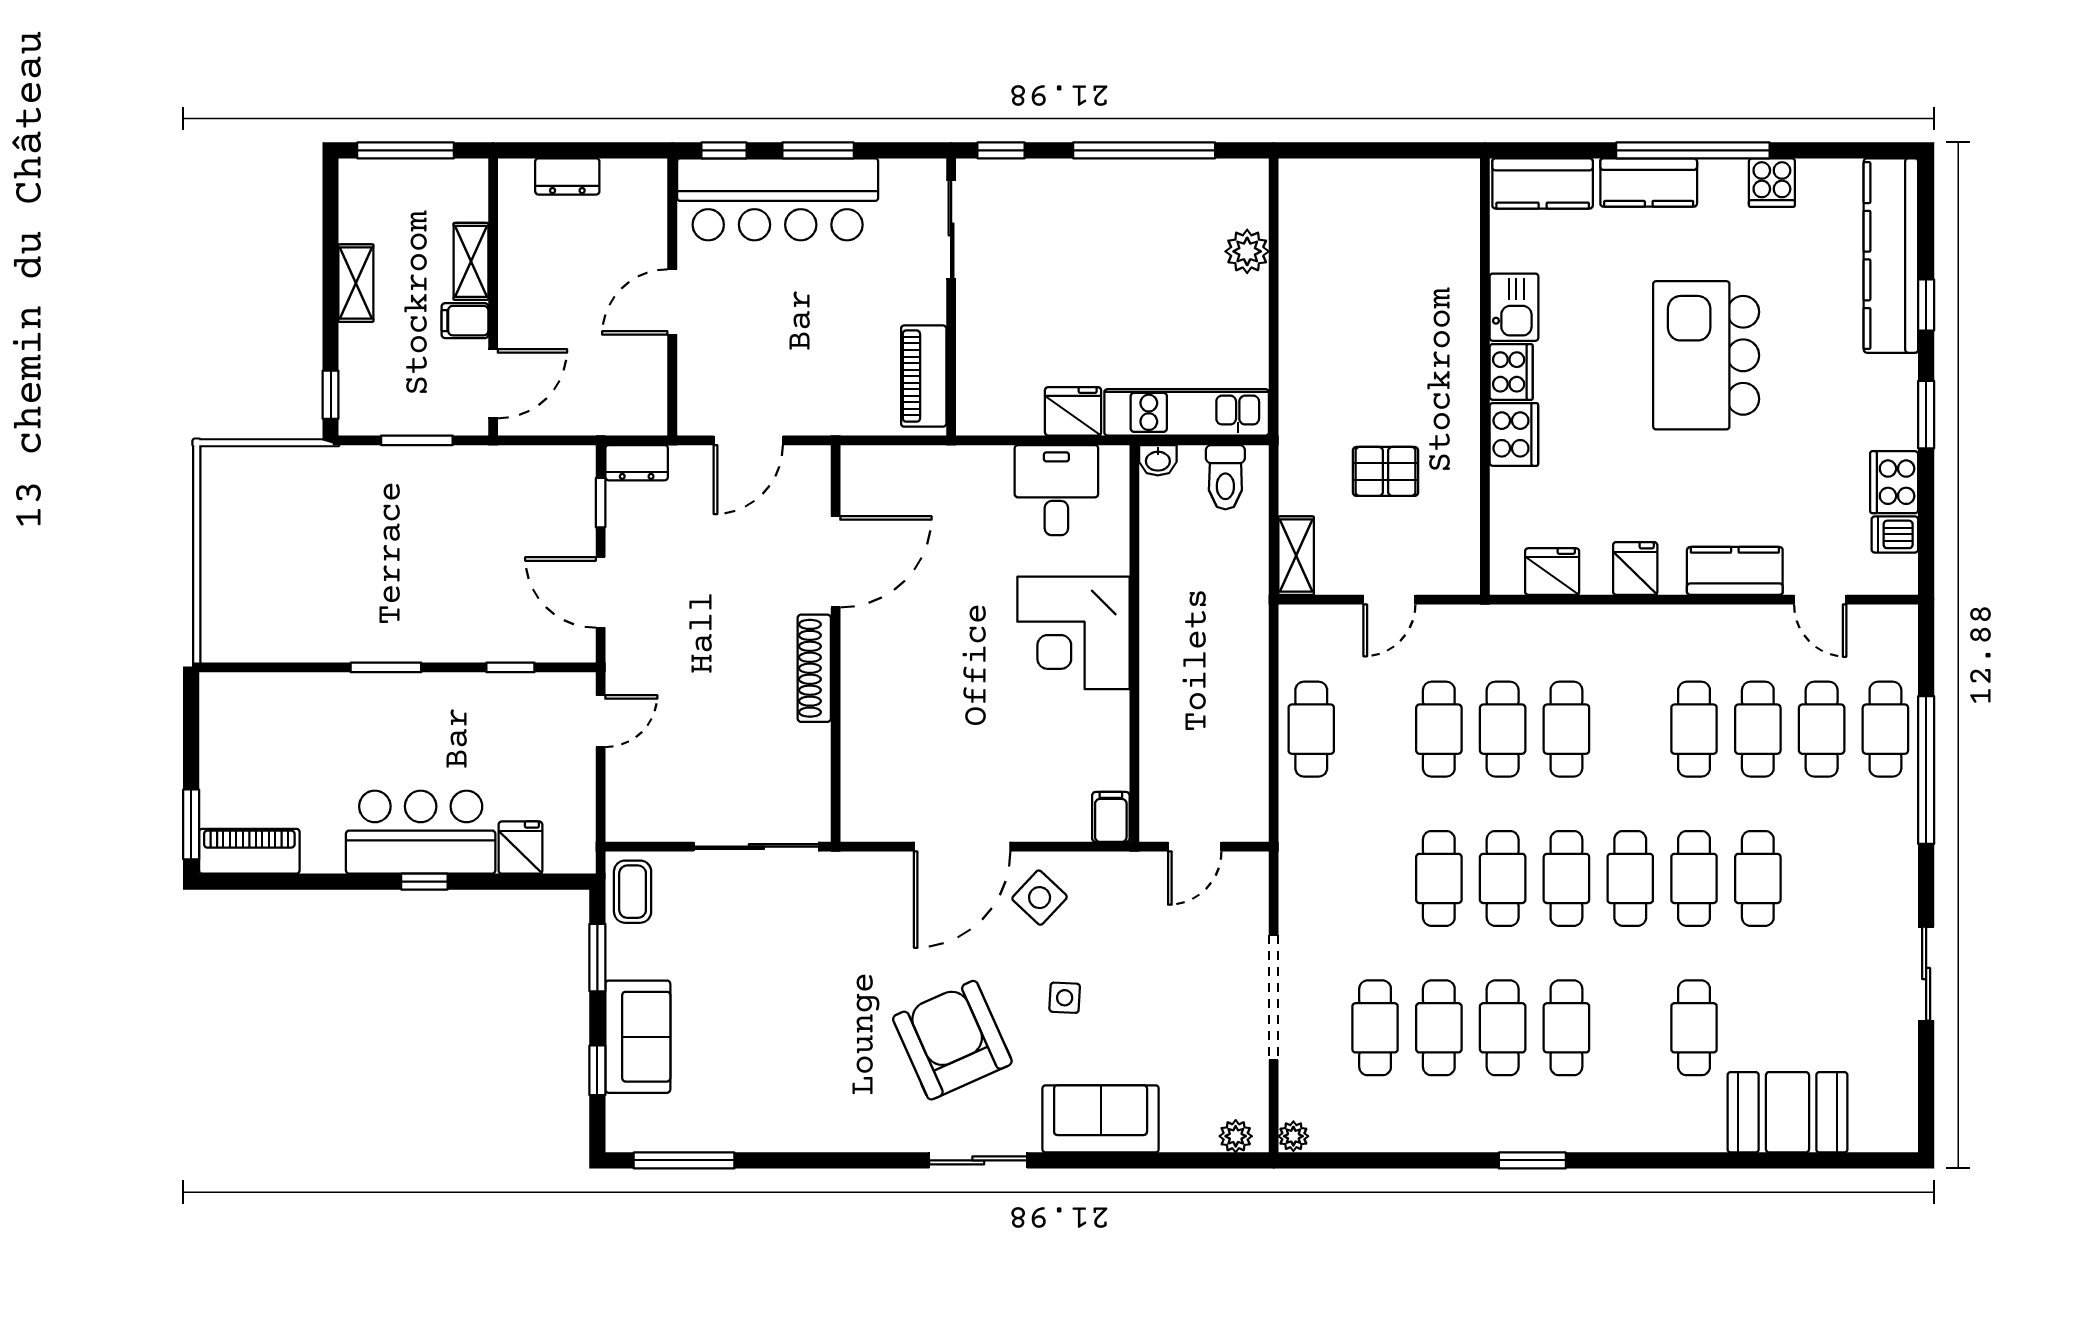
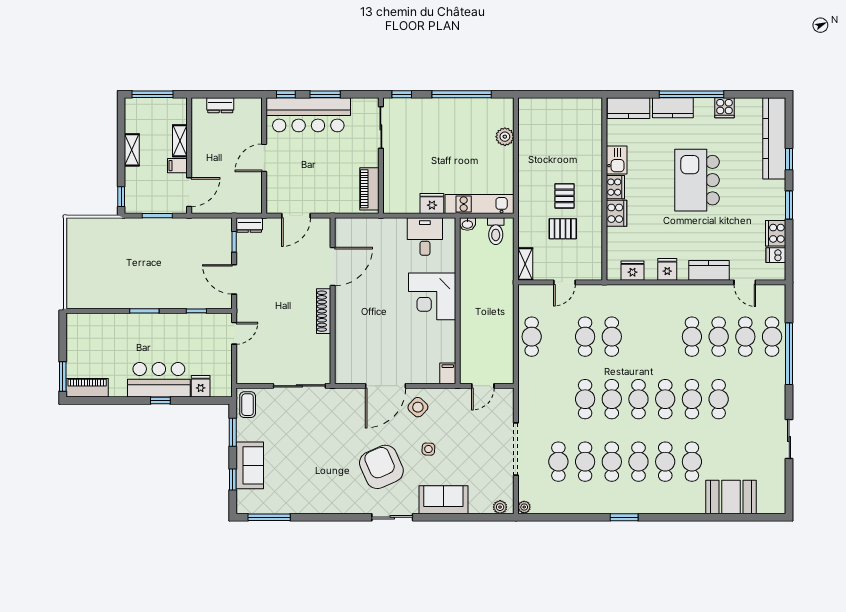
pallet: (1390, 393) -> (564, 196), added
cafe table: (1566, 729) -> (665, 462), moved

